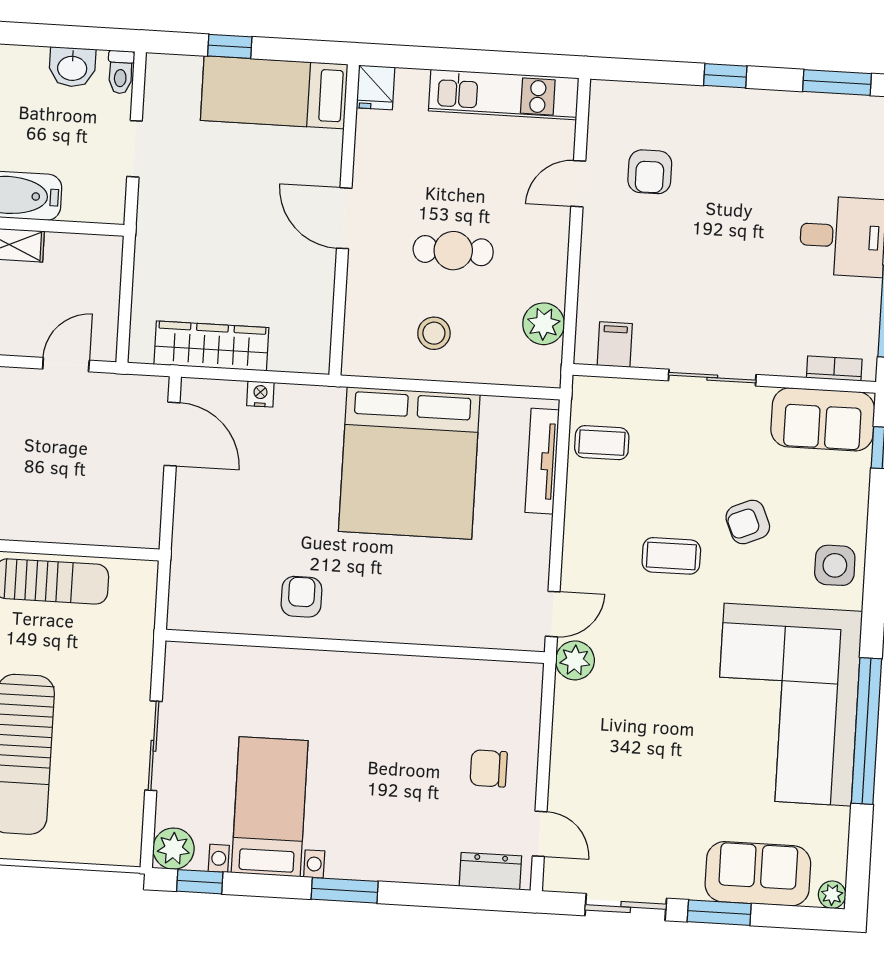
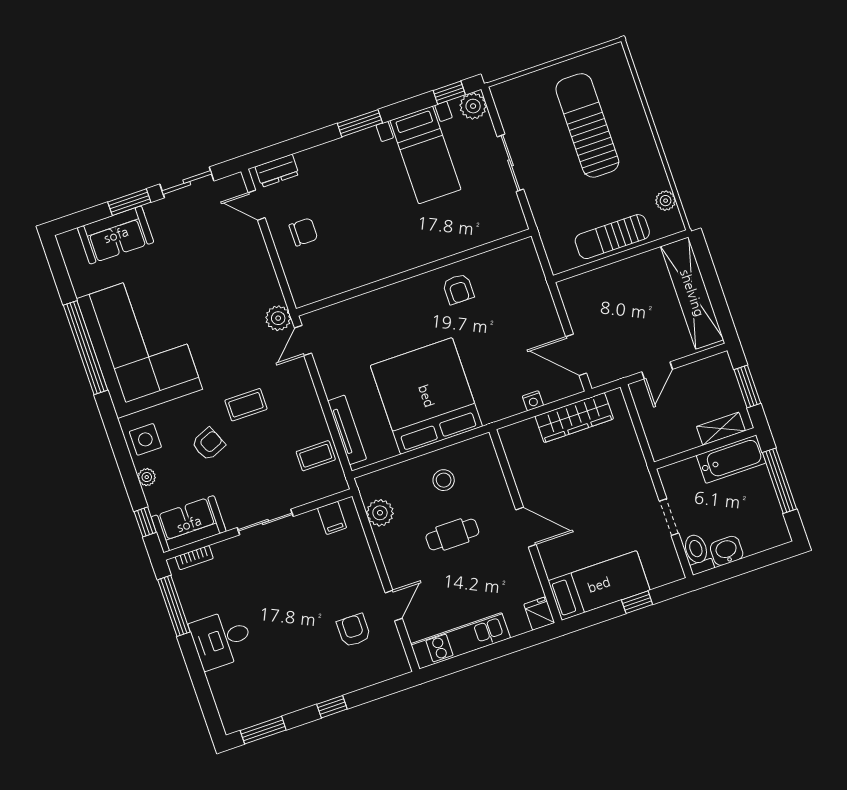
toilet: (121, 72) -> (698, 554), width x1.37, depth x1.39
plant: (832, 895) -> (147, 477), moved

